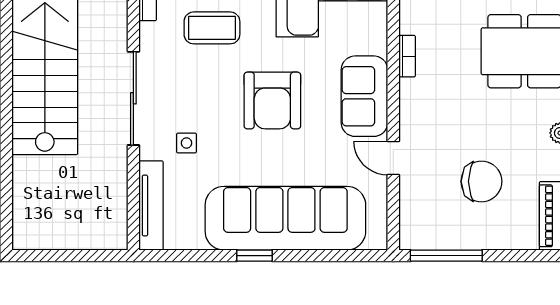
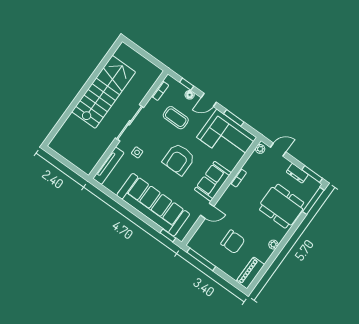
door: (393, 158) -> (207, 211), swing flipped
window: (254, 256) -> (168, 235), moved

